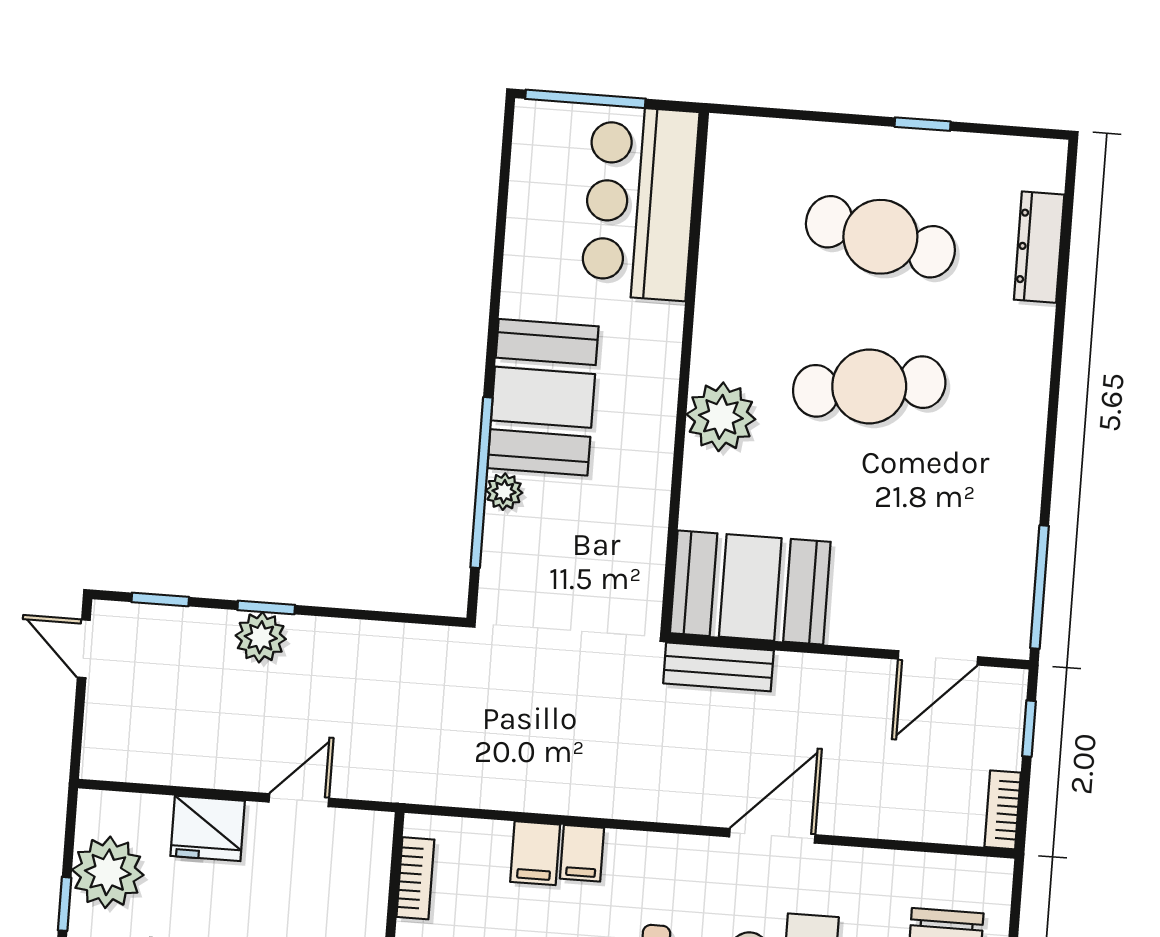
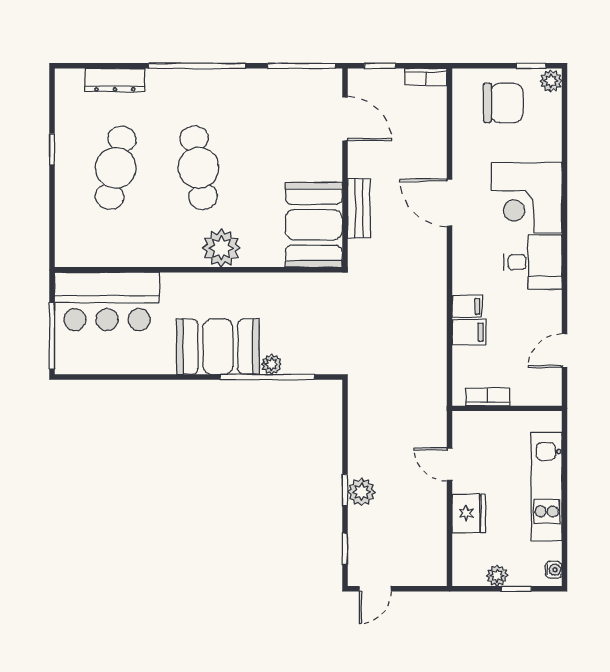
window: (1054, 398) -> (197, 66), added
bench: (718, 667) -> (359, 208), moved
plant: (108, 872) -> (497, 576), width x0.53, depth x0.53

